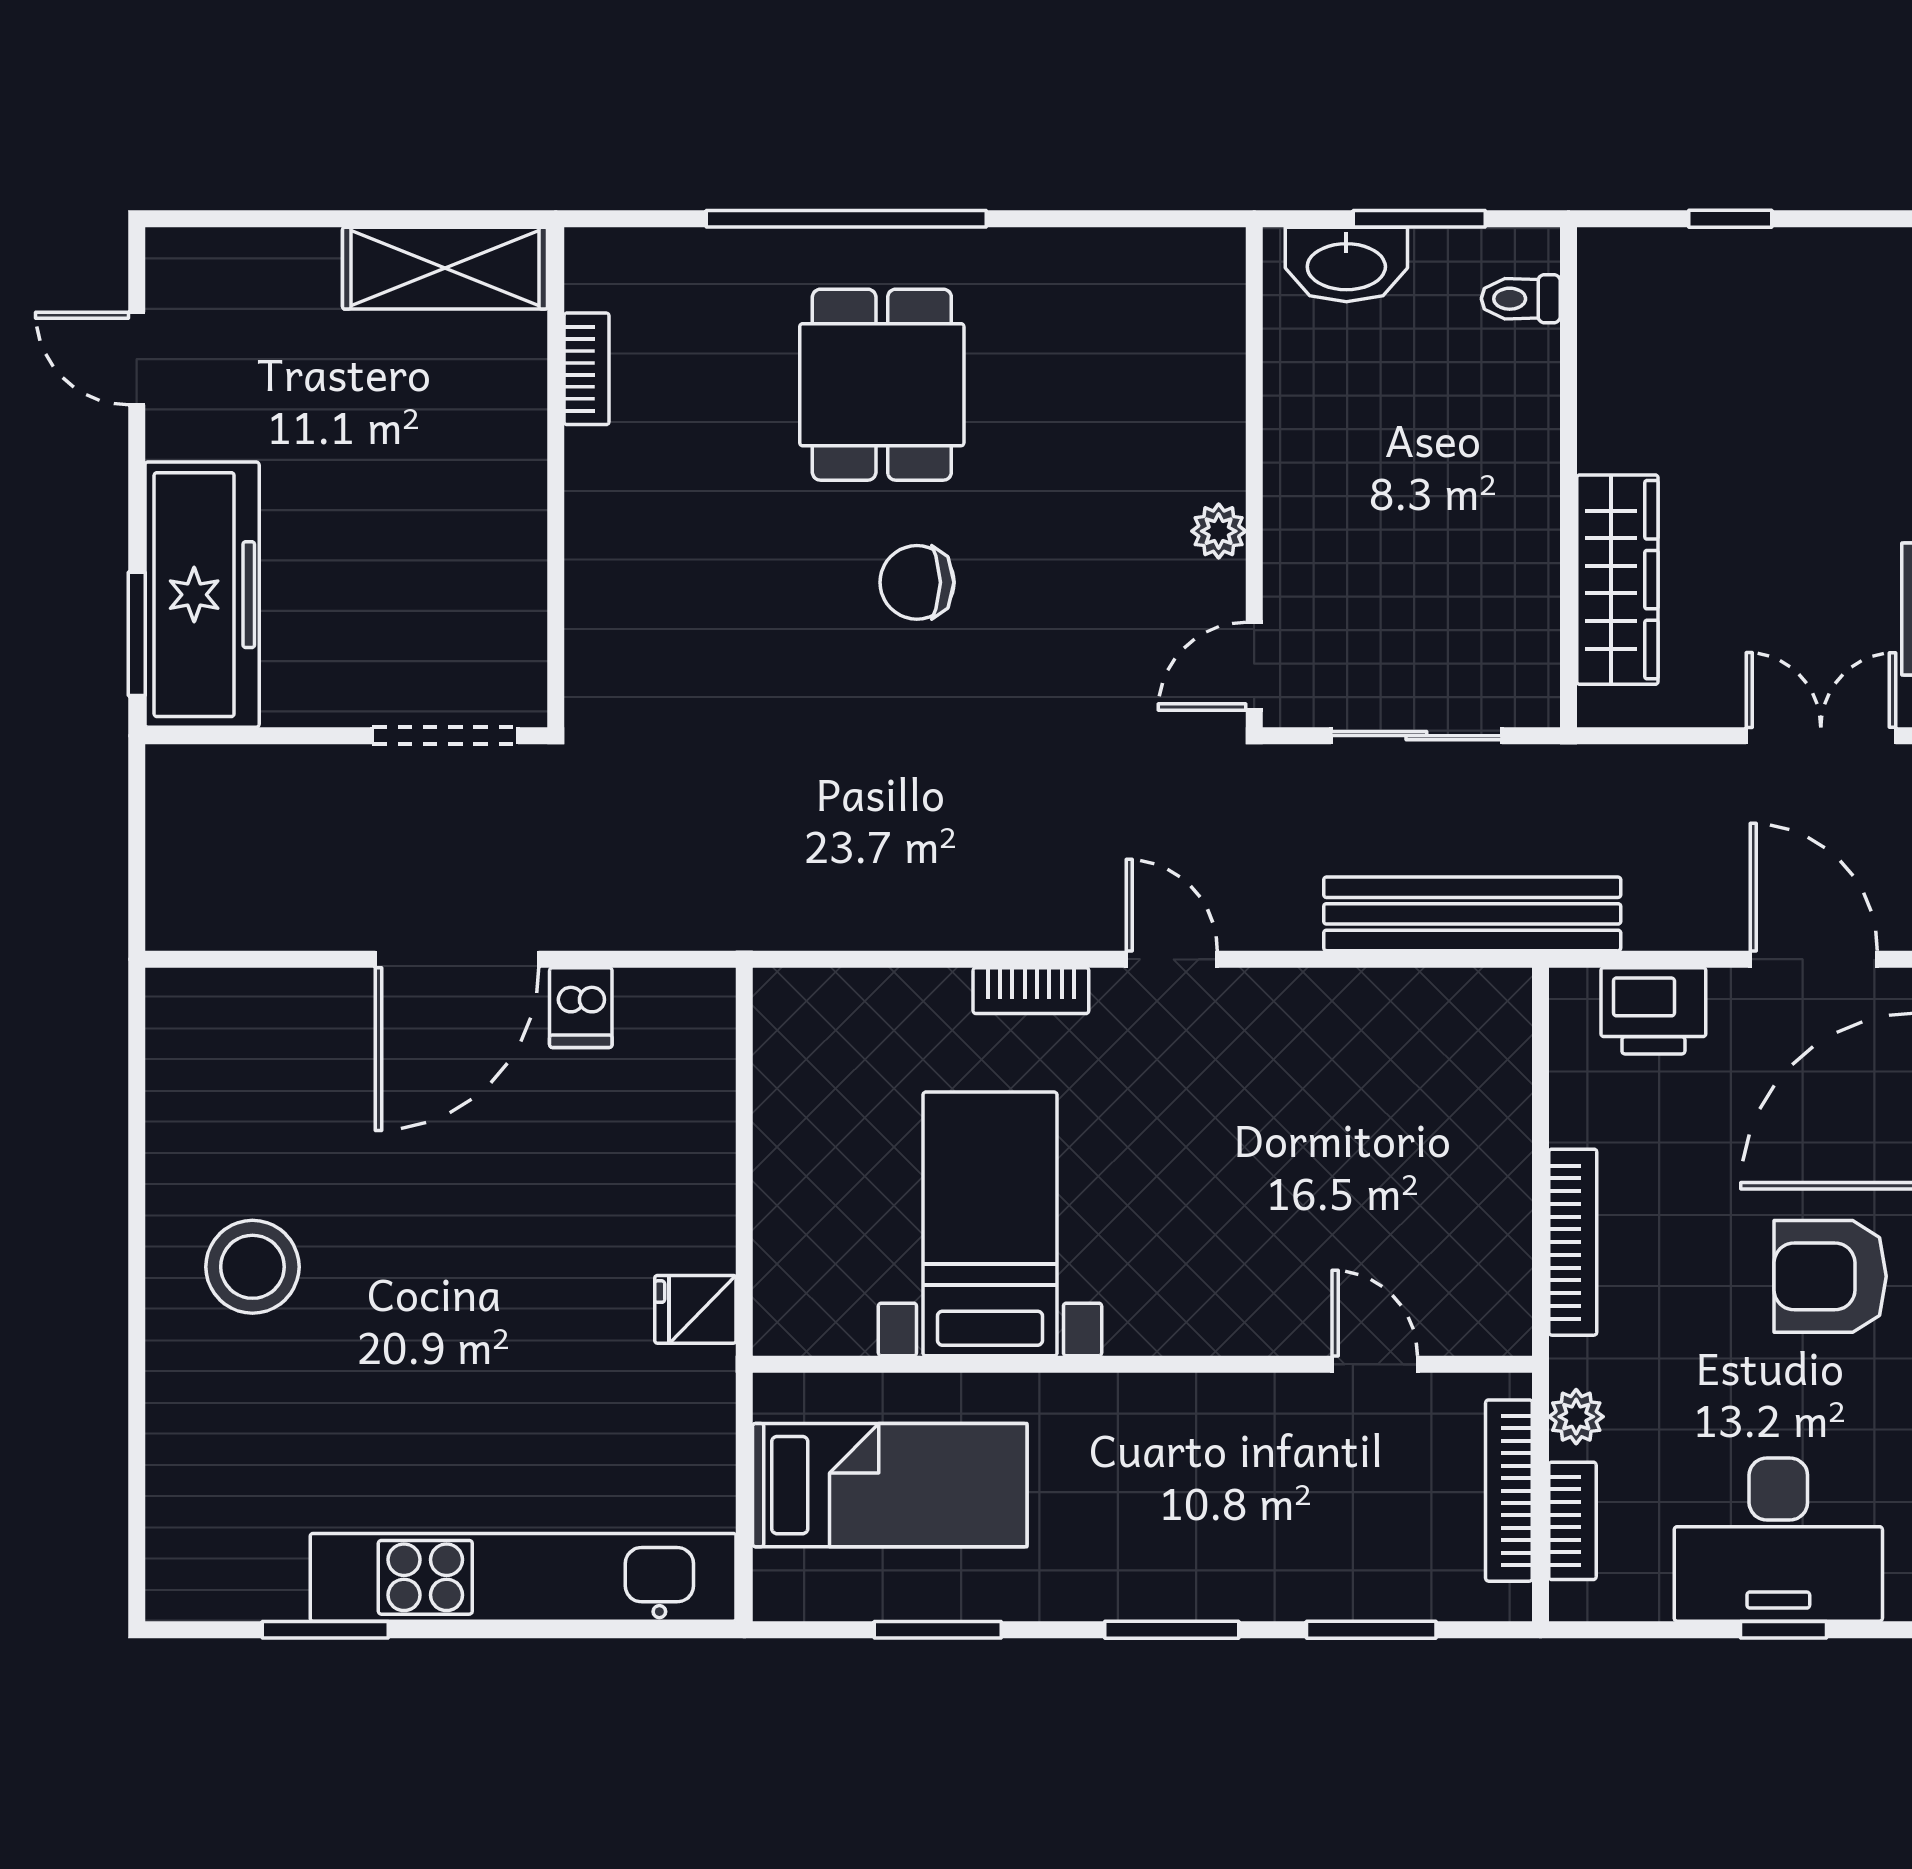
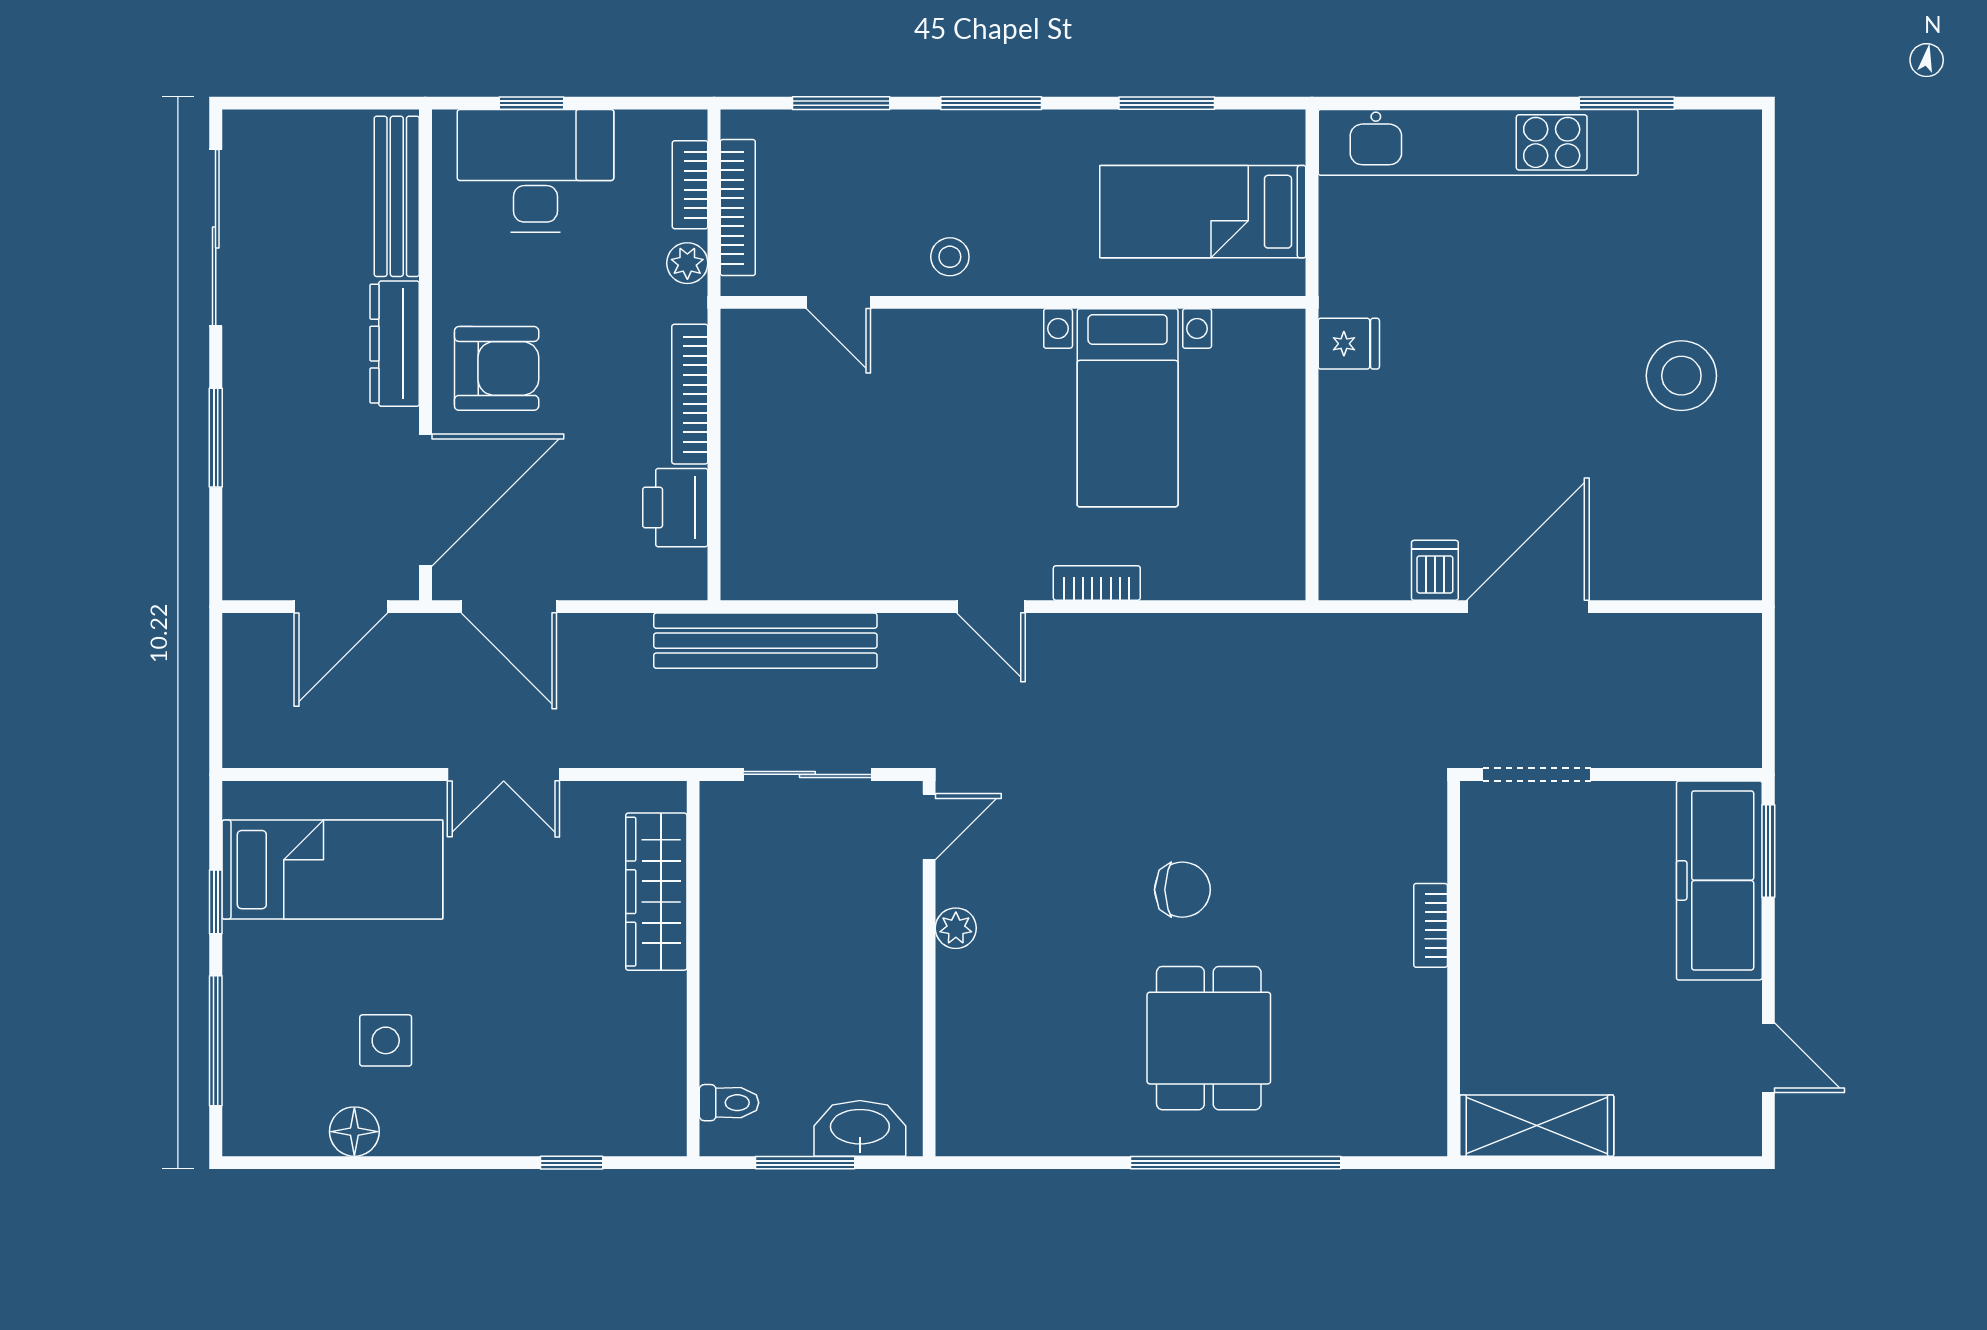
bookcase: (587, 369) -> (1431, 925), moved
printer: (1653, 1011) -> (675, 508), moved, turned -90
stool: (1227, 1425) -> (950, 257), added

